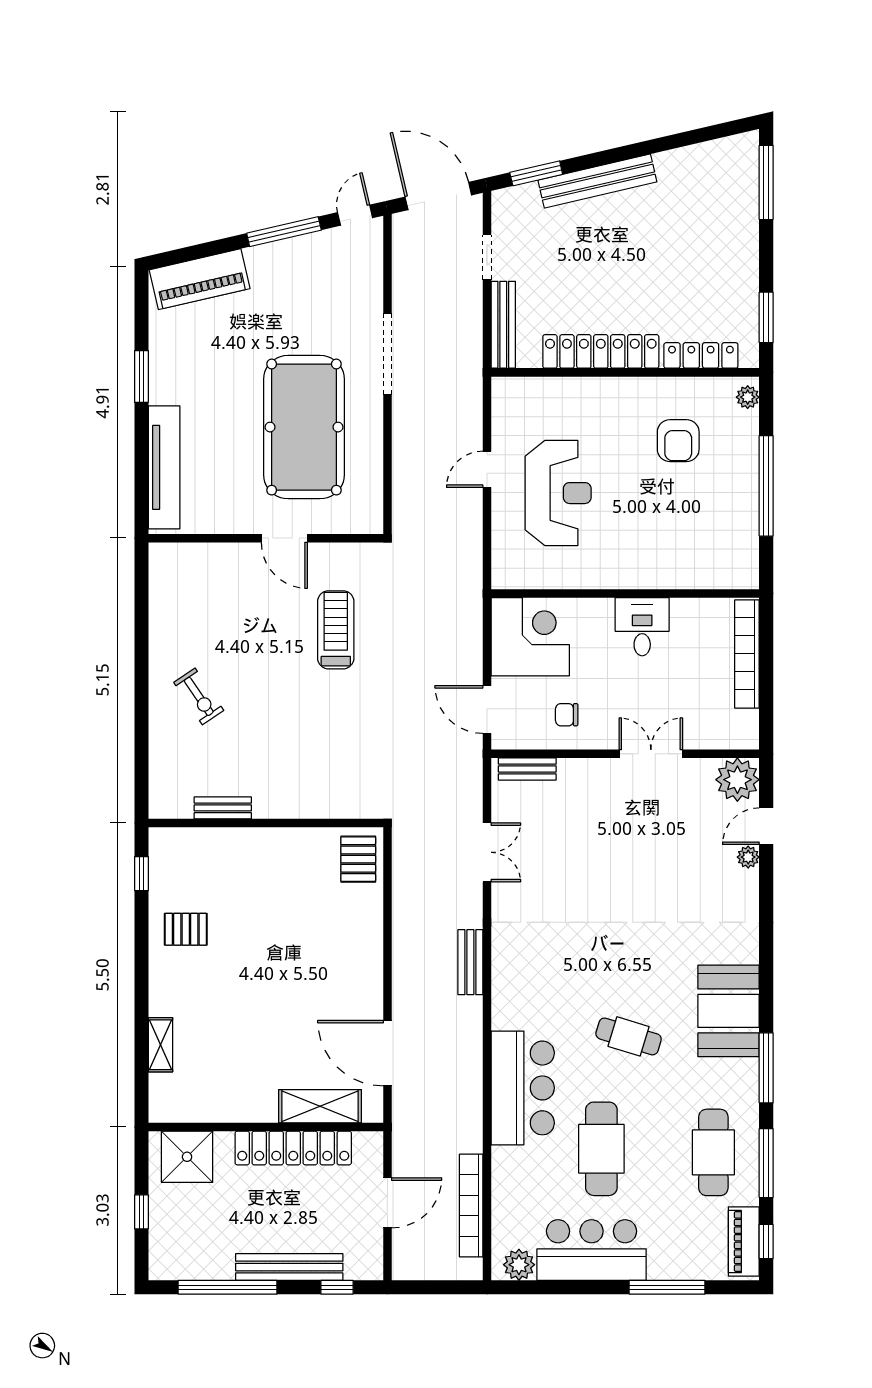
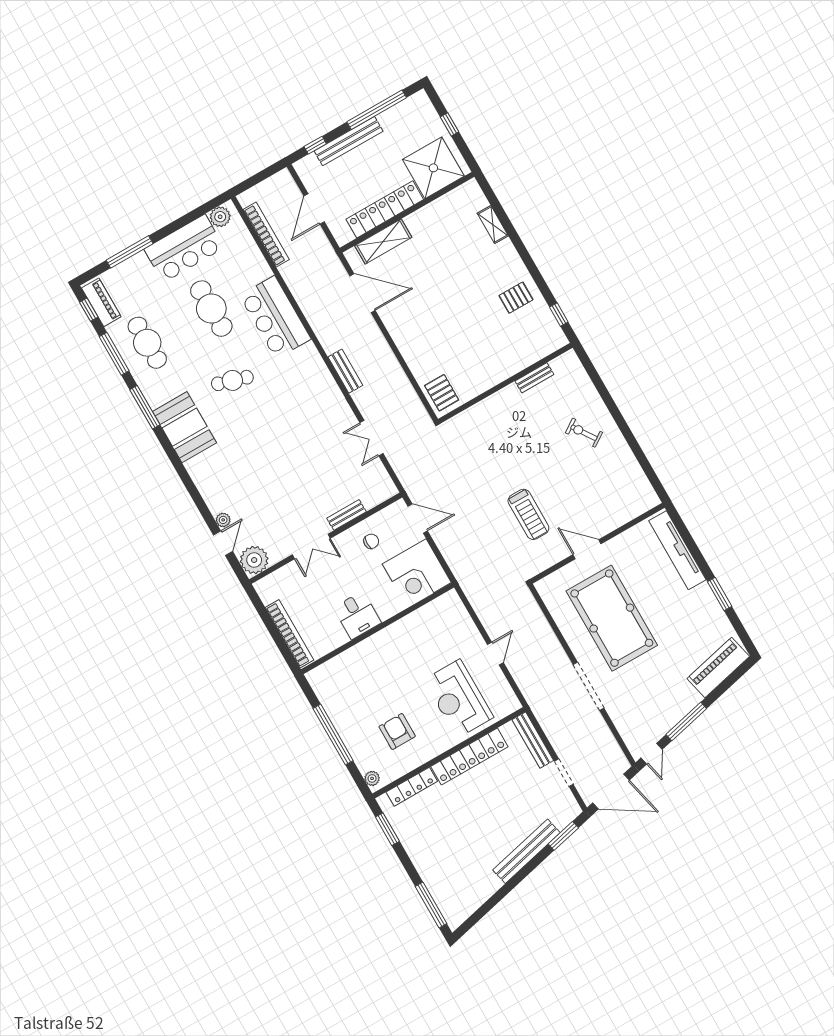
reception desk: (558, 493) -> (458, 699), moved
bench: (527, 769) -> (346, 515), moved
shower: (187, 1157) -> (433, 168), width x1.37, depth x1.37

